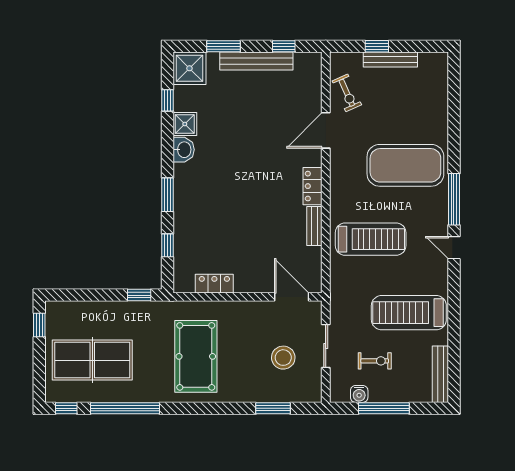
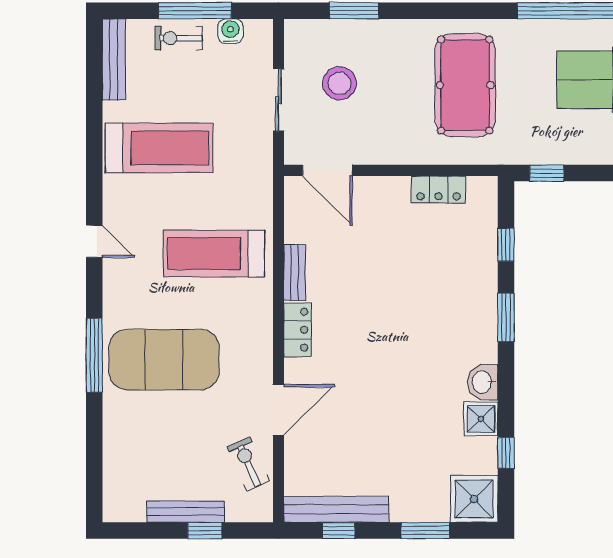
bench: (256, 61) -> (336, 509), moved
window: (454, 199) -> (94, 355), moved
exercise bike: (375, 361) -> (179, 38), moved

